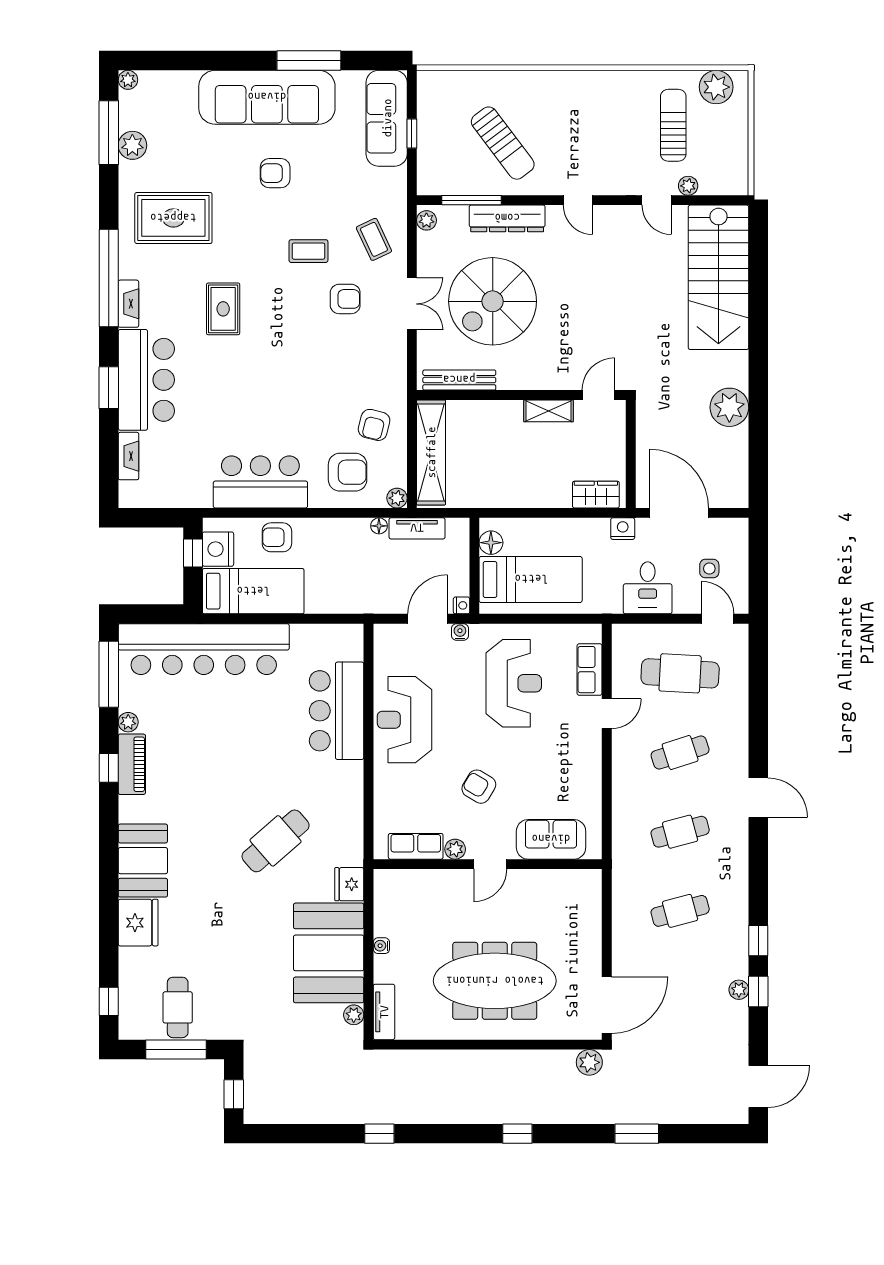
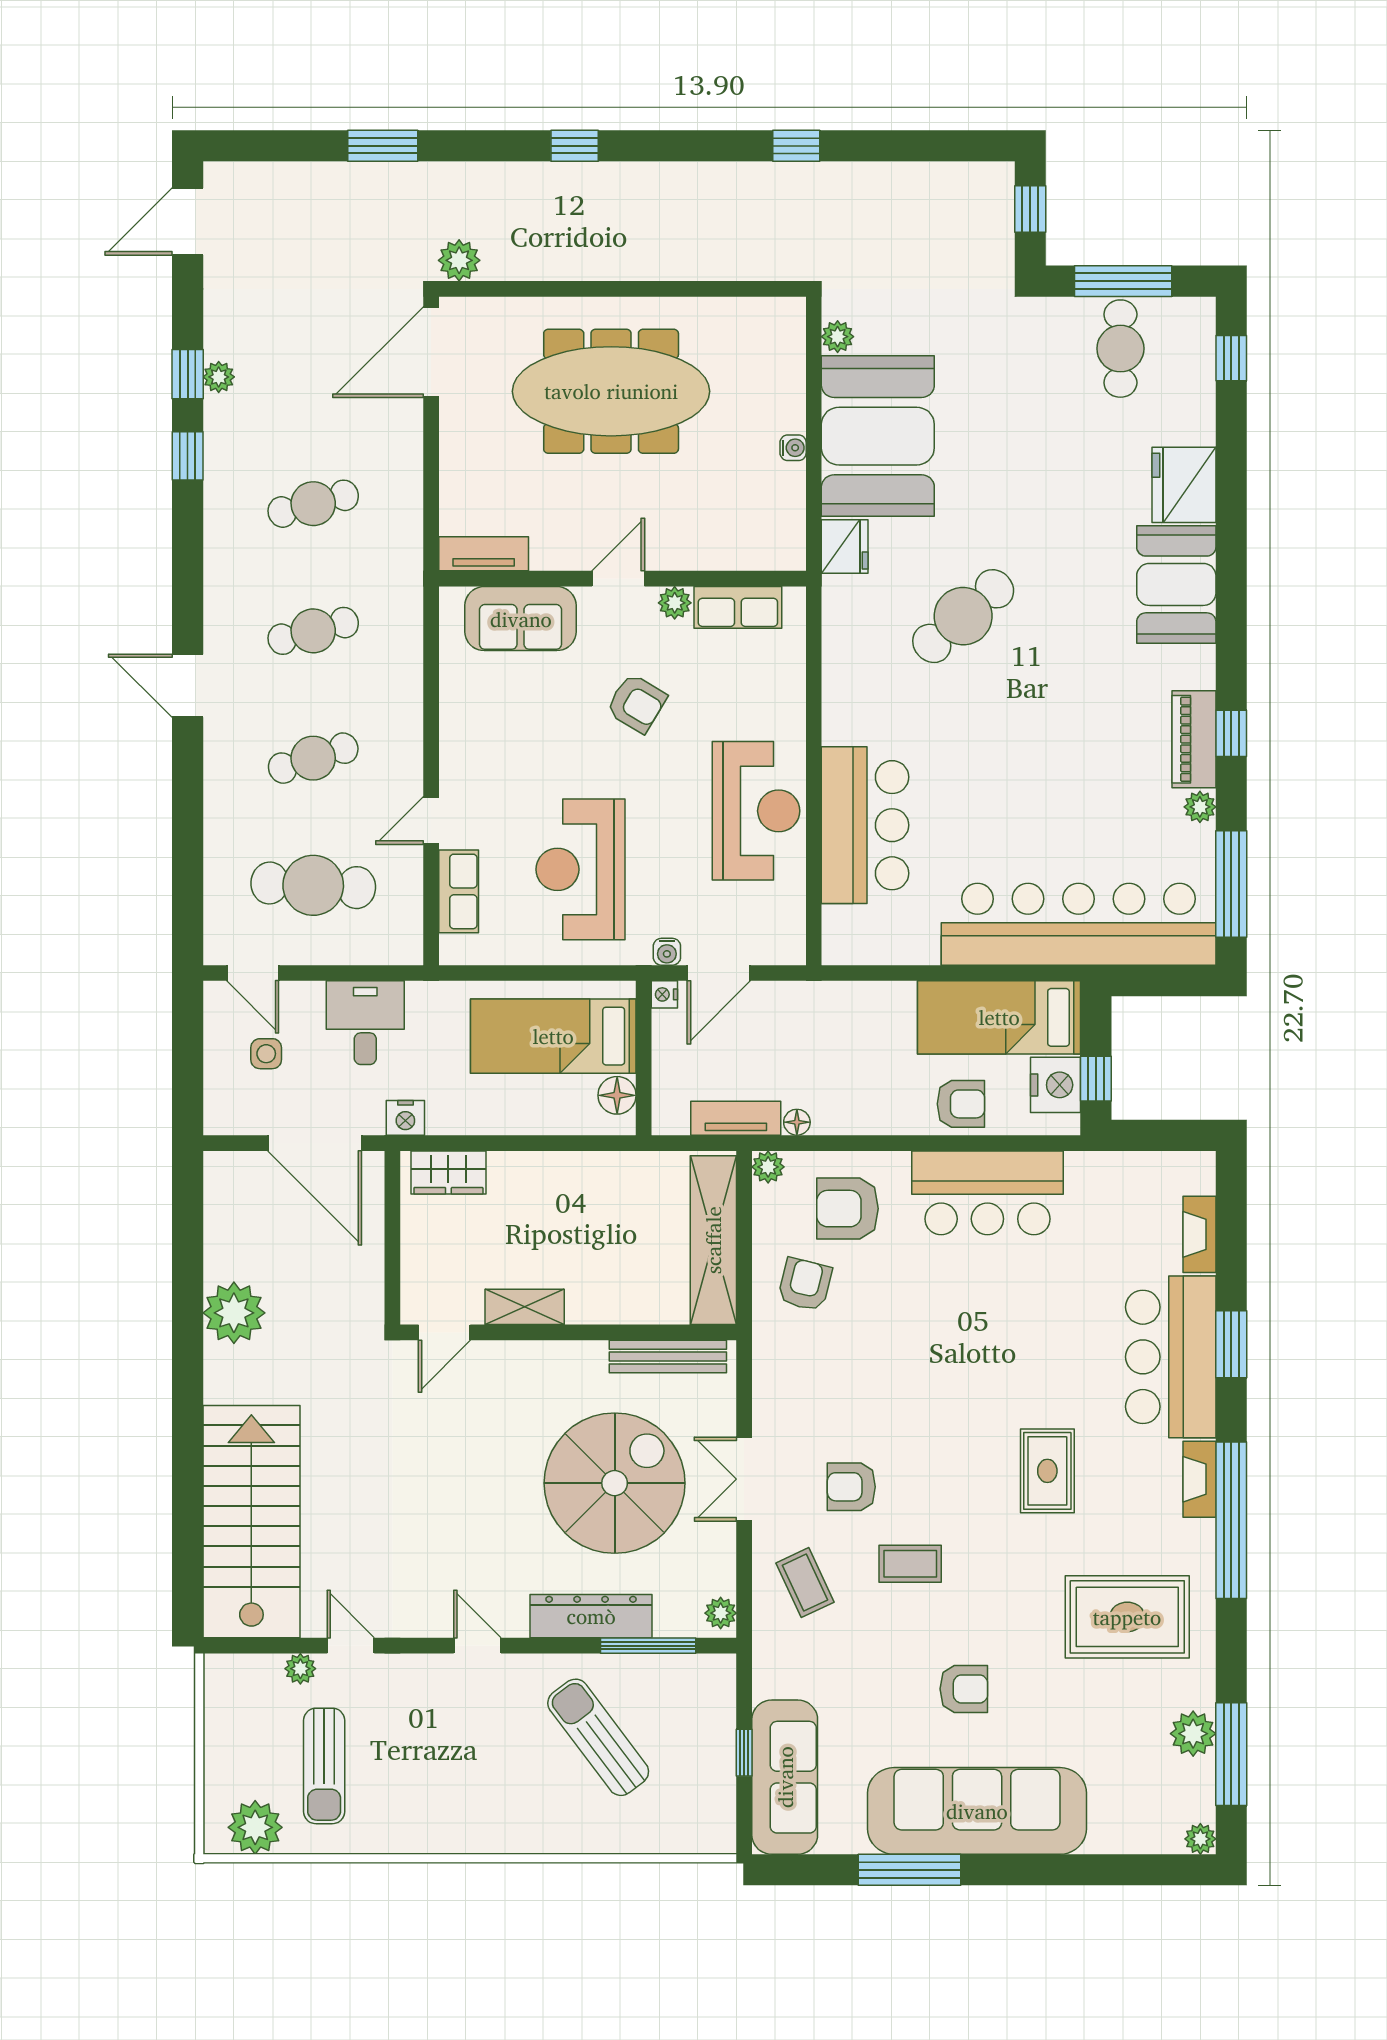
tv unit: (384, 1012) -> (484, 554), moved, turned 90

